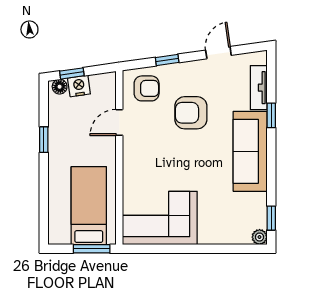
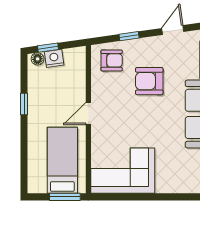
door: (119, 122) -> (88, 113), moved

